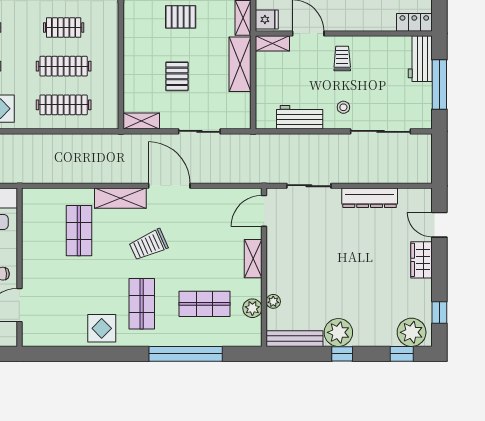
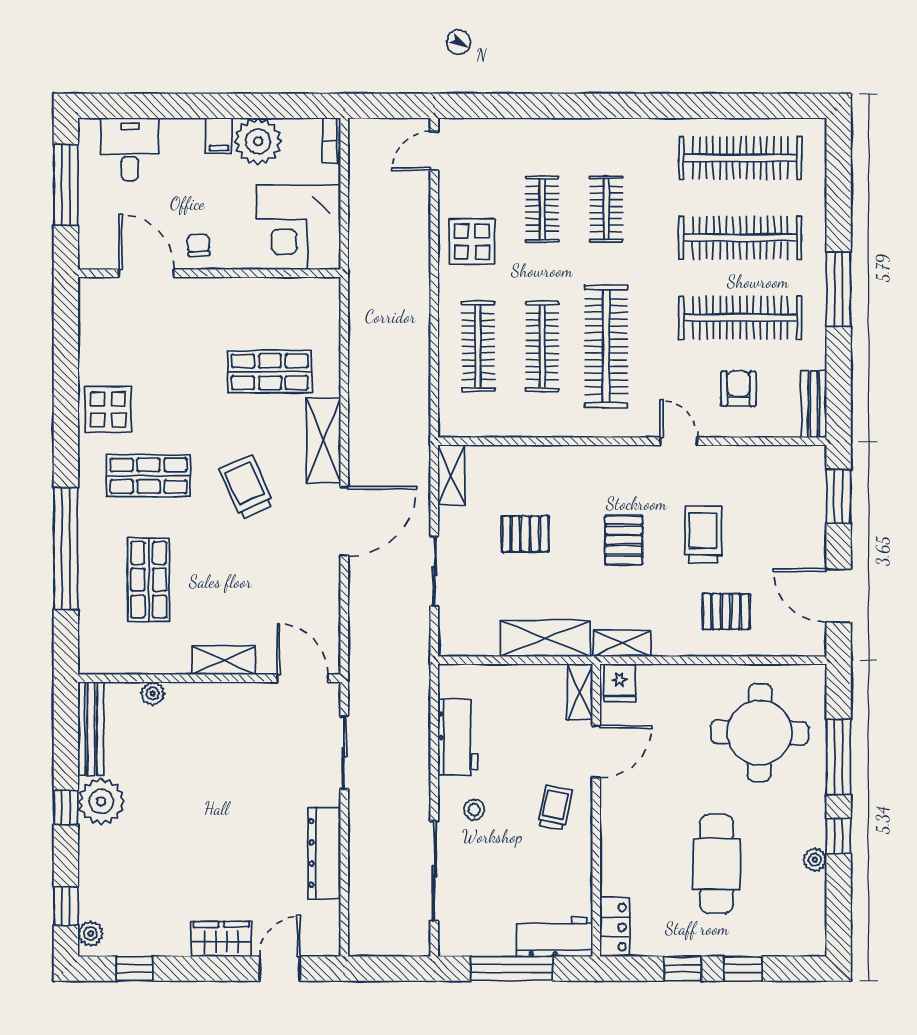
clothes rail: (64, 28) -> (606, 346), width x1.86, depth x1.31
trolley: (342, 58) -> (555, 808), turned -78
plant: (252, 308) -> (141, 659), removed
plant: (412, 332) -> (90, 934), width x0.53, depth x0.53

